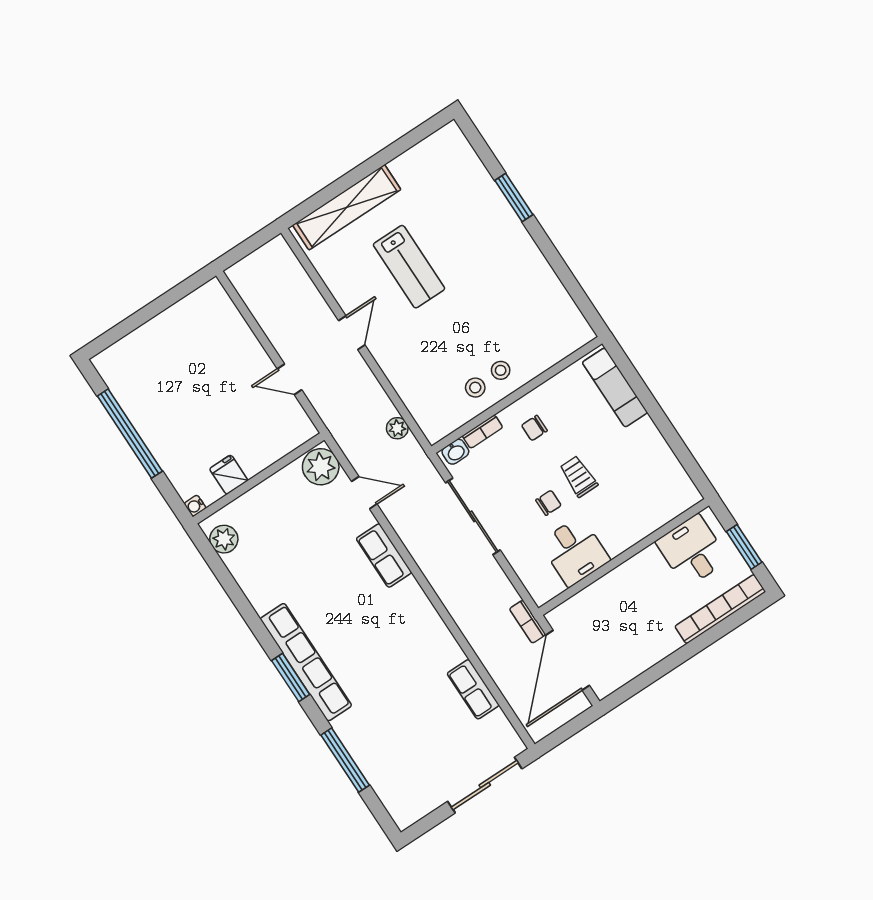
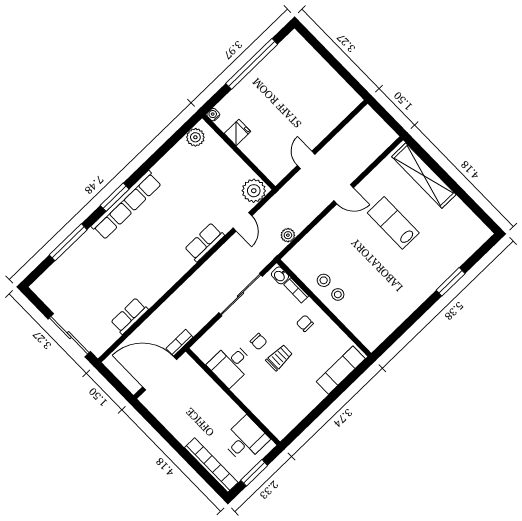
lab bench: (409, 267) -> (393, 223), turned 90

